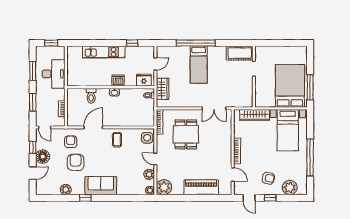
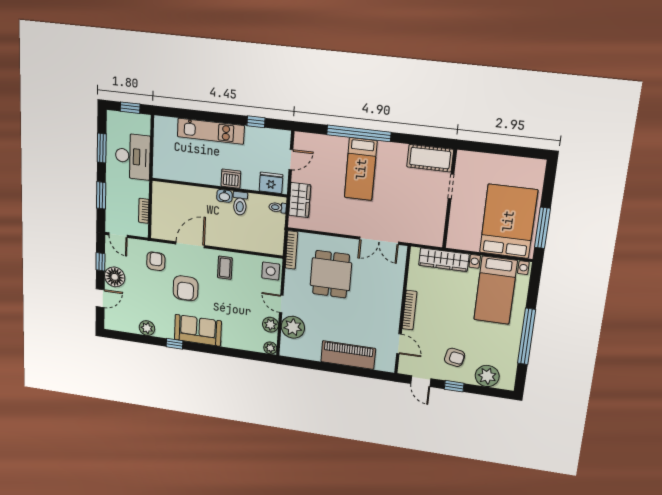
toilet: (91, 96) -> (240, 203), moved
armchair: (76, 162) -> (186, 288), moved, turned 180
plant: (164, 187) -> (293, 327), moved

